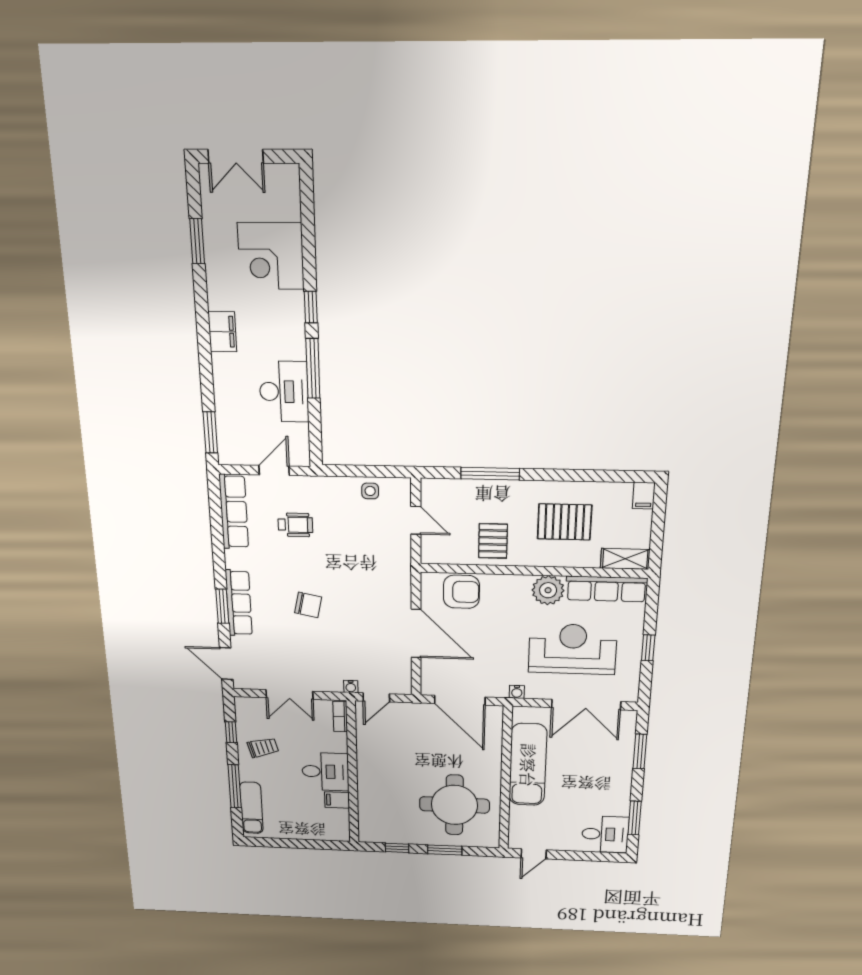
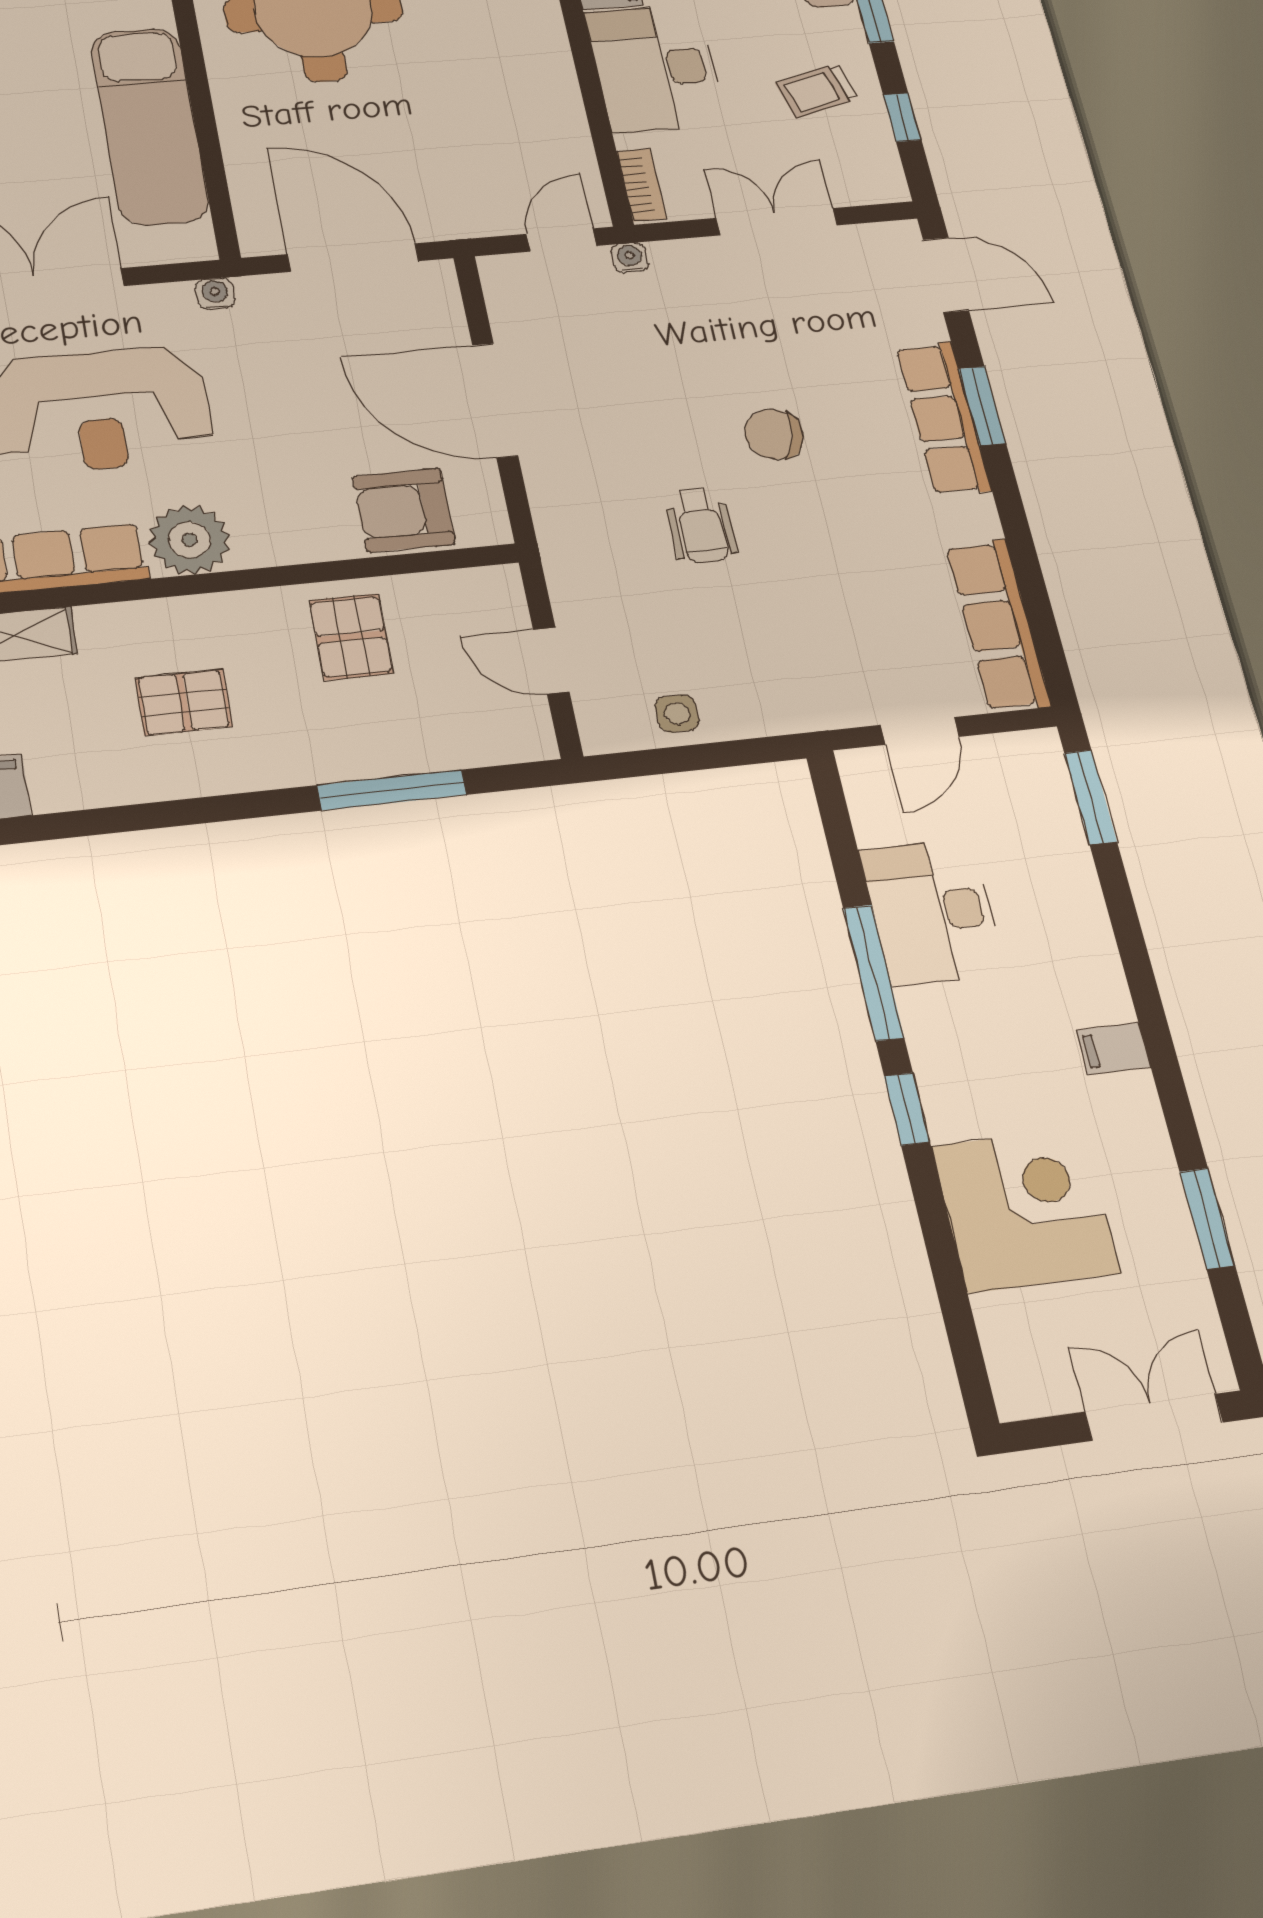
filing cabinet: (222, 332) -> (1113, 1049), width x0.50
pallet: (564, 522) -> (184, 702), width x0.67, depth x0.71
wheelchair: (295, 525) -> (701, 525), moved, turned -90
desk: (325, 772) -> (655, 68), width x1.37

